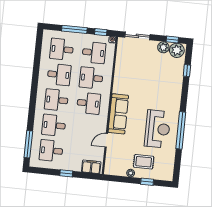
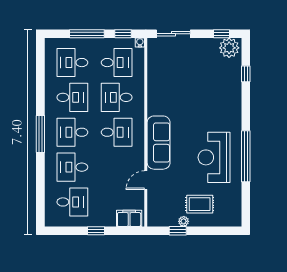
plant: (163, 47) -> (210, 46), removed
reception desk: (158, 129) -> (214, 157), turned 180
window: (28, 144) -> (40, 134), moved
desk: (51, 151) -> (72, 202), turned 180
window: (147, 182) -> (178, 231), moved

